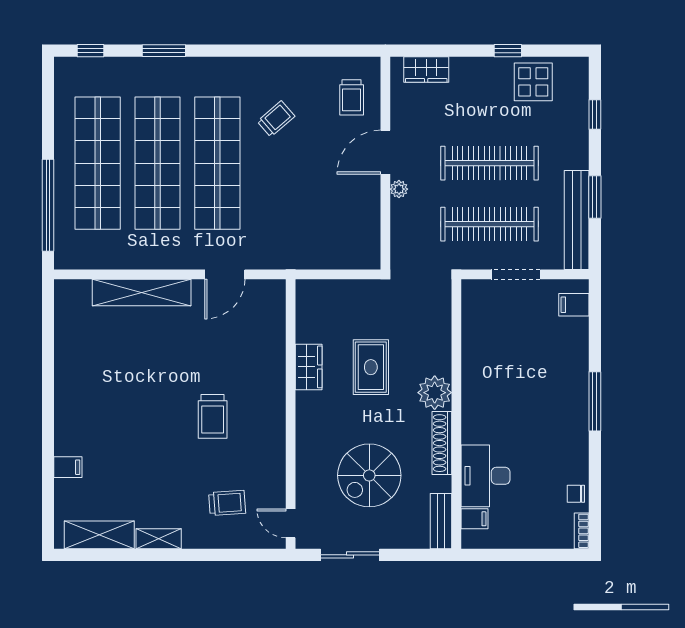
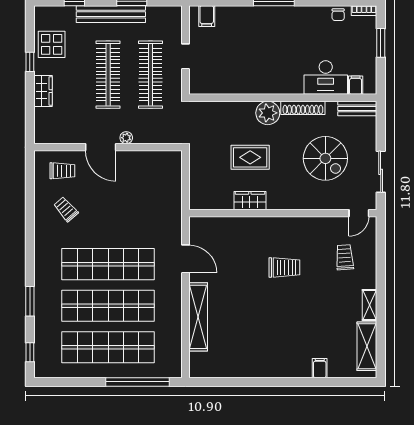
wardrobe: (426, 70) -> (43, 91), moved
trolley: (276, 119) -> (66, 209), moved
bench: (577, 220) -> (111, 14), moved
doorway: (516, 274) -> (186, 56), width x0.73
window: (535, 555) -> (381, 43), added

